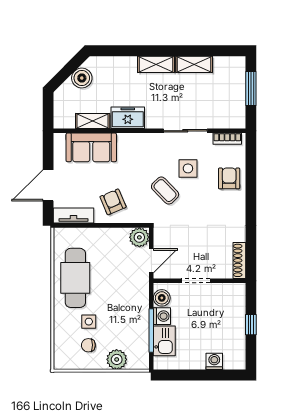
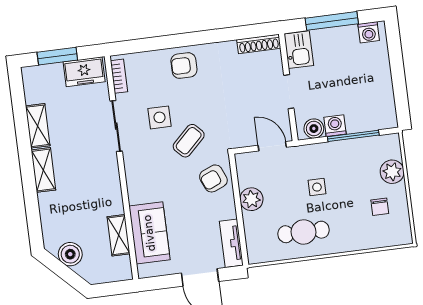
freezer: (128, 118) -> (84, 72), moved, turned -90
armchair: (229, 178) -> (184, 66), moved
armchair: (113, 202) -> (213, 178), moved
plant: (139, 237) -> (251, 199), moved
cafe table: (75, 278) -> (303, 232), width x0.73, depth x0.74
side table: (89, 322) -> (317, 187), moved
window: (251, 325) -> (332, 21), width x2.17
kitchen sink: (164, 341) -> (299, 50), moved, turned 90
washing machine: (214, 361) -> (369, 32), moved, turned -90

